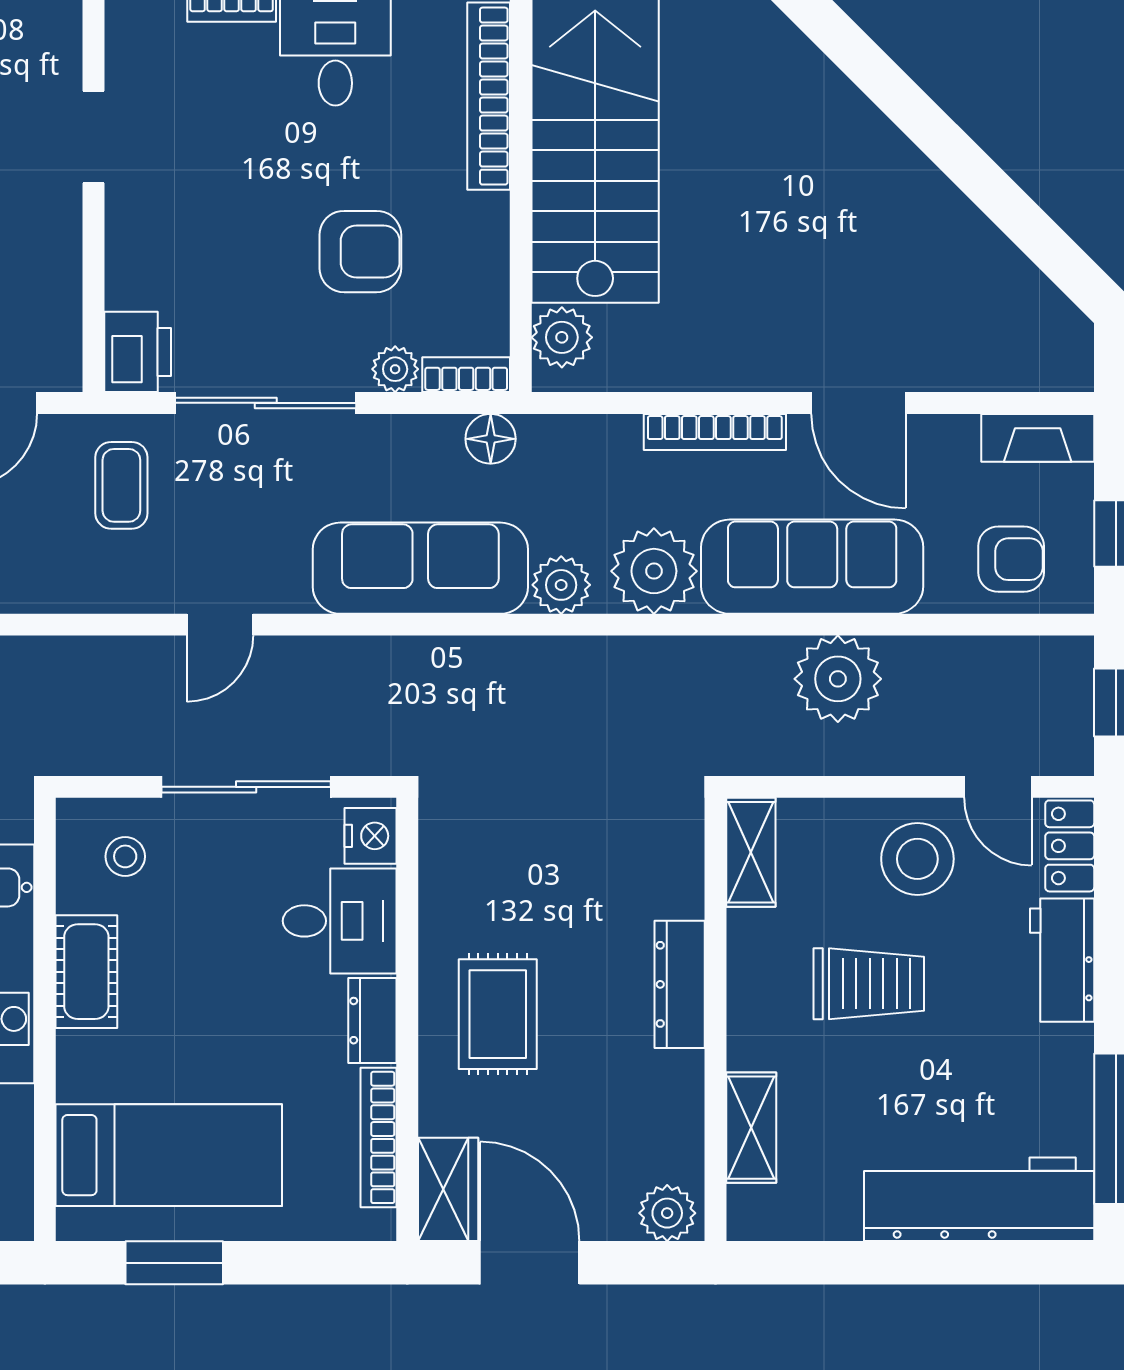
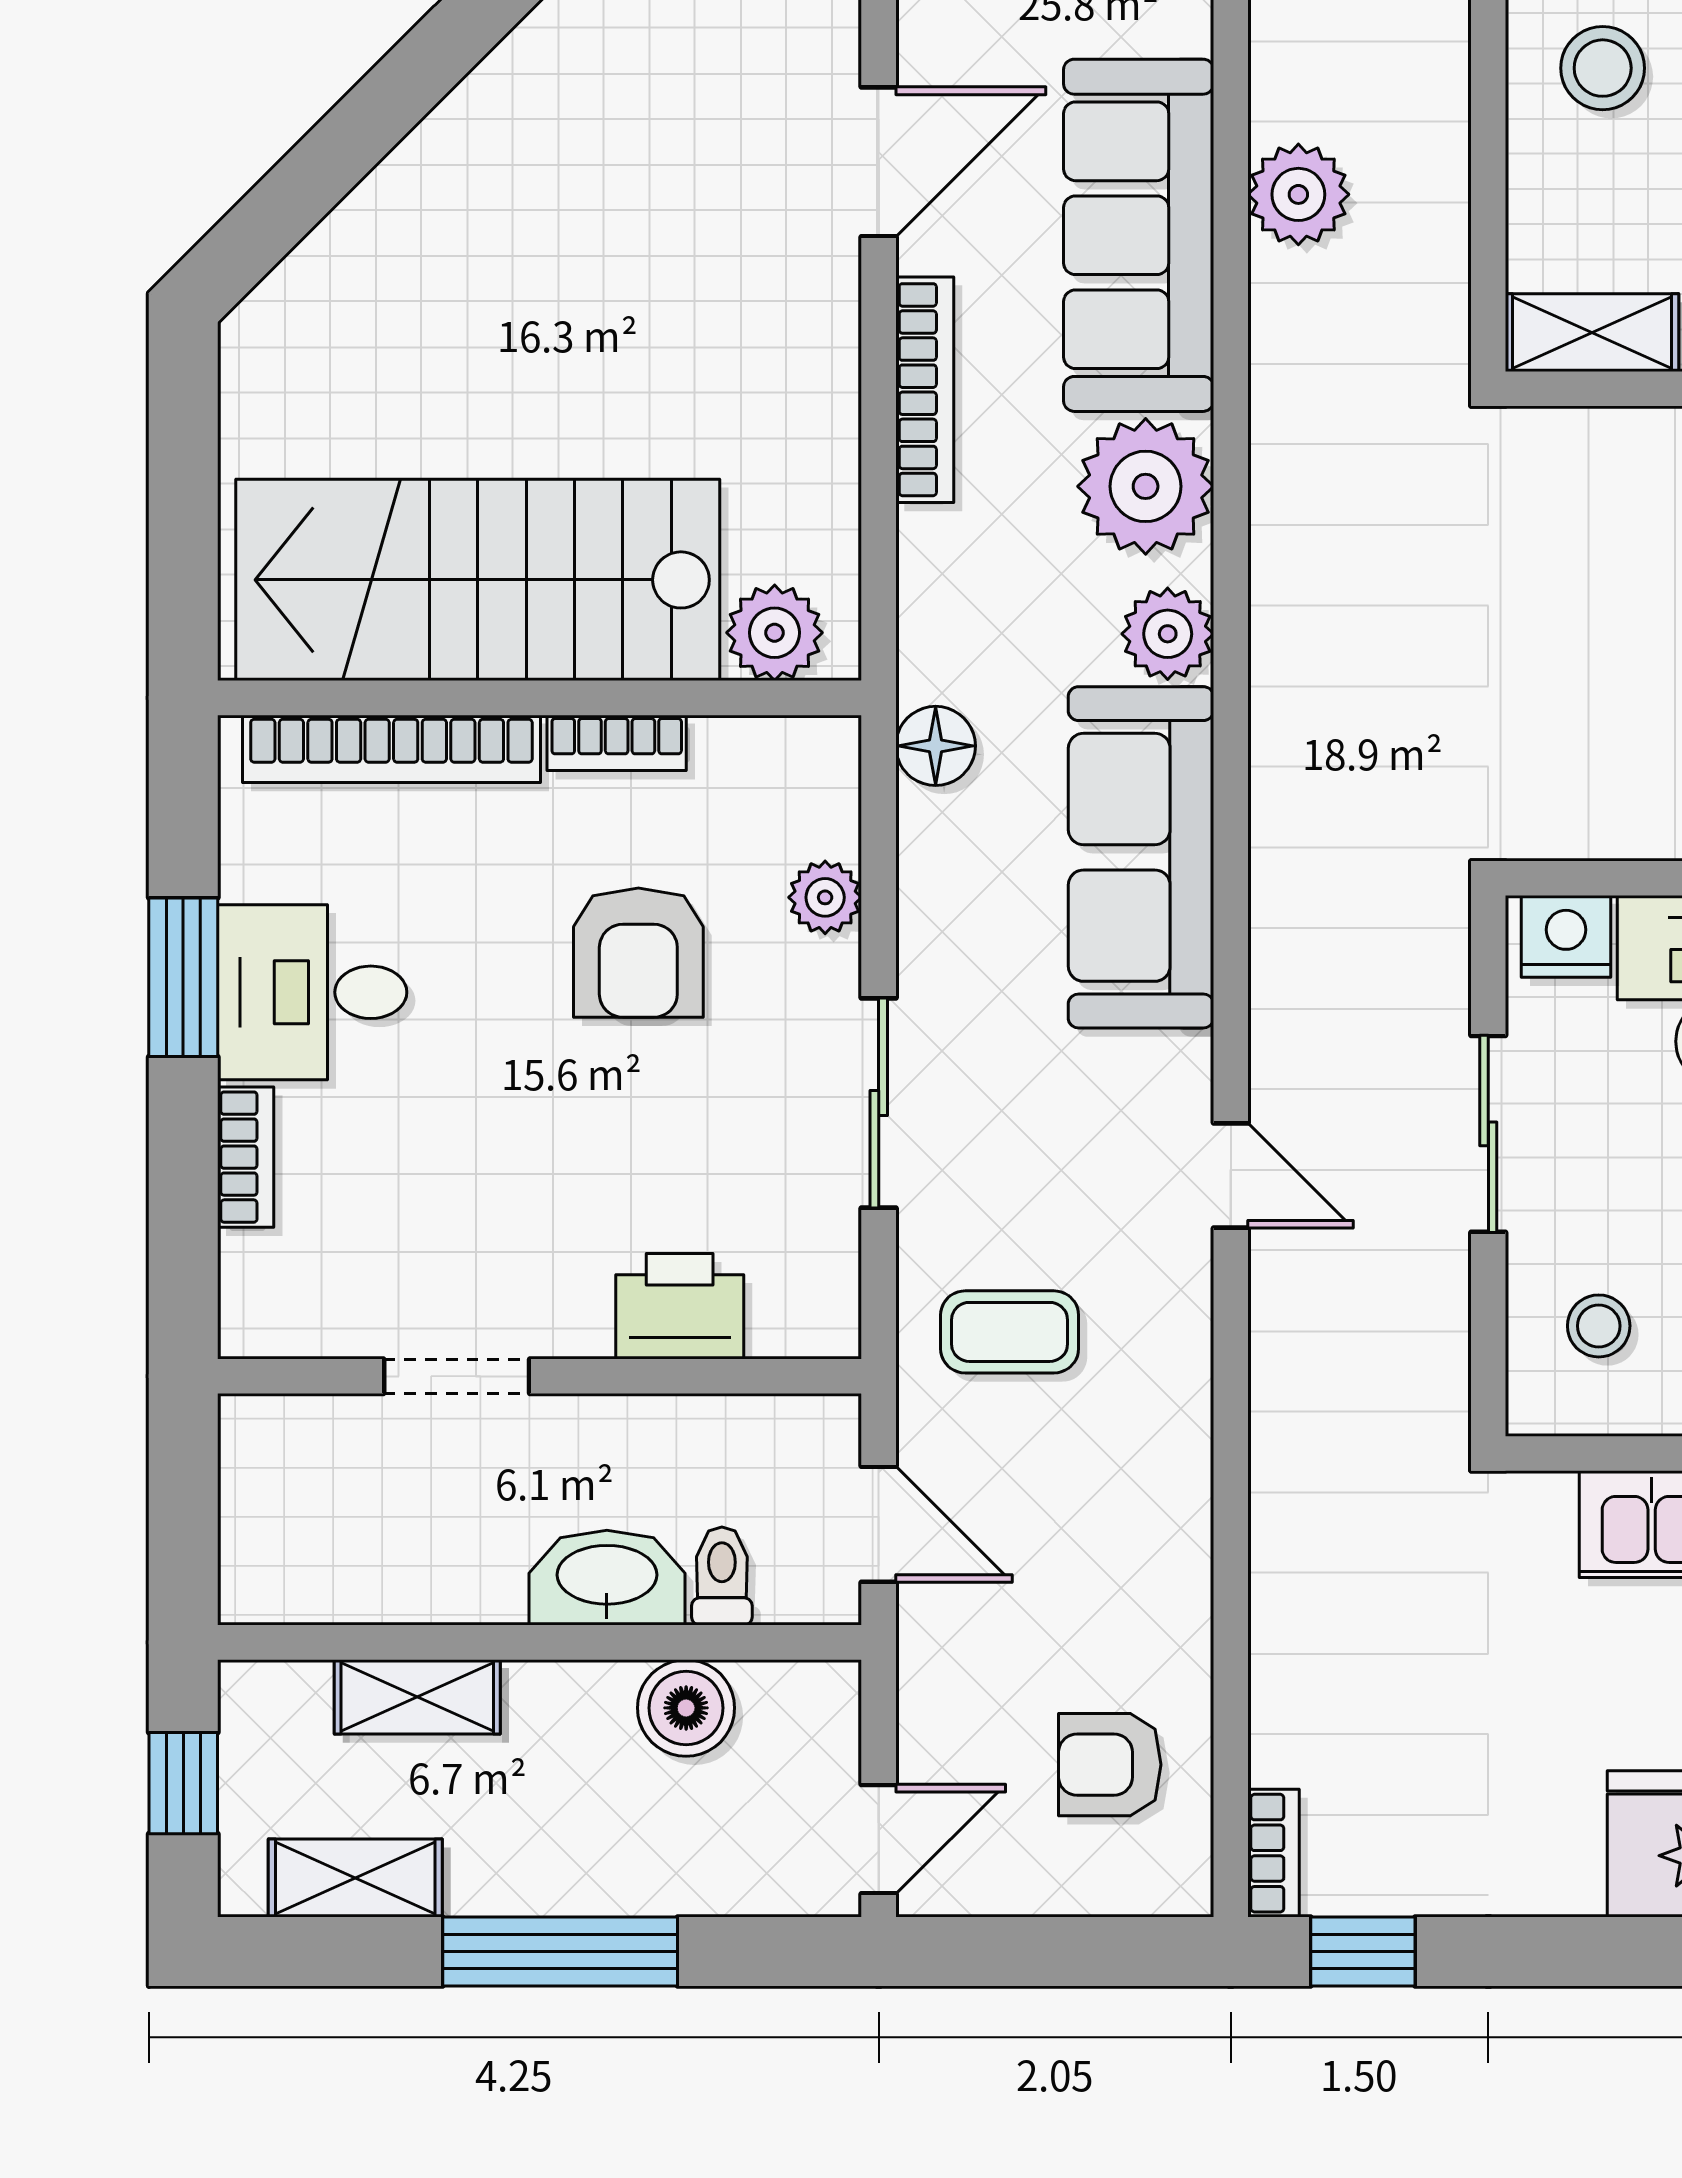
armchair: (360, 252) -> (638, 953), turned 180
printer: (138, 352) -> (680, 1306), moved
bookcase: (466, 375) -> (617, 743), moved, turned -90
sliding door: (266, 403) -> (879, 1103), width x0.73
plant: (838, 679) -> (1298, 194), width x0.73, depth x0.73
sliding door: (246, 787) -> (1488, 1134), width x0.73
stool: (917, 859) -> (1603, 68), width x0.73, depth x0.73

